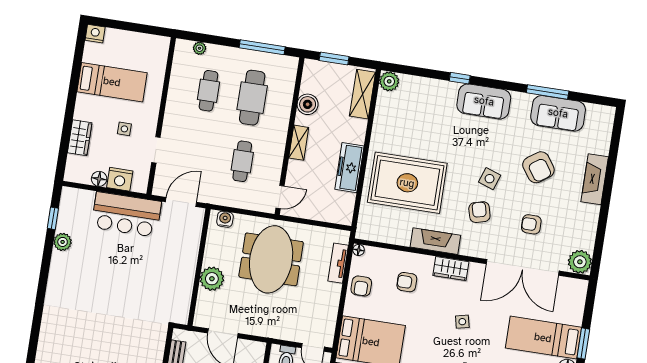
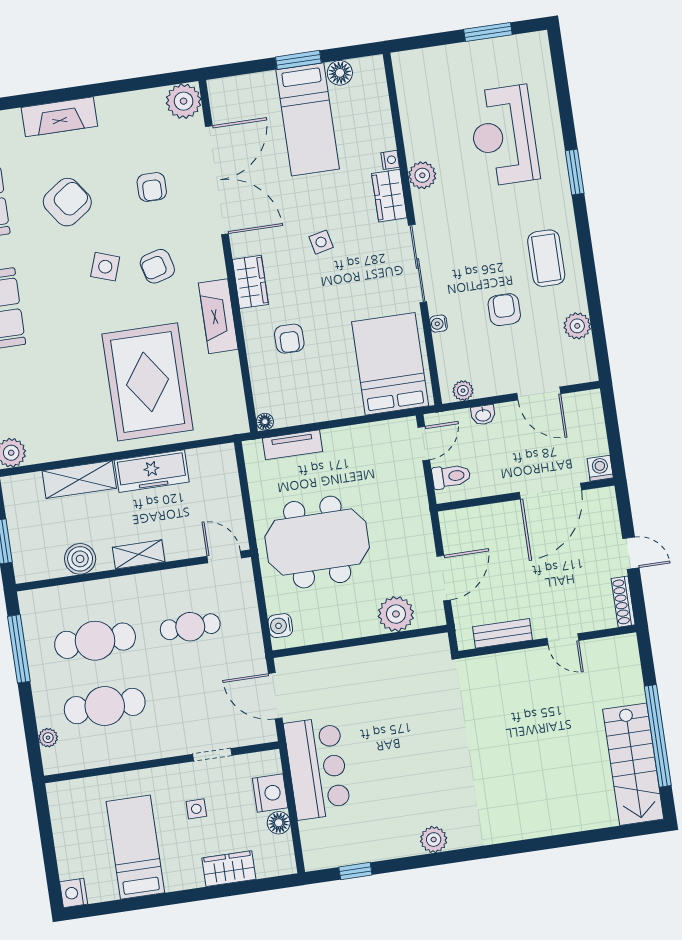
cafe table: (208, 91) -> (105, 706), width x1.37, depth x1.35
shelving: (362, 94) -> (79, 480), moved
plant: (63, 242) -> (434, 840), moved
plant: (212, 279) -> (396, 614), moved
armchair: (361, 286) -> (315, 402), removed

